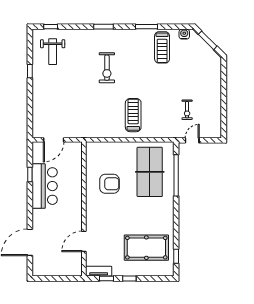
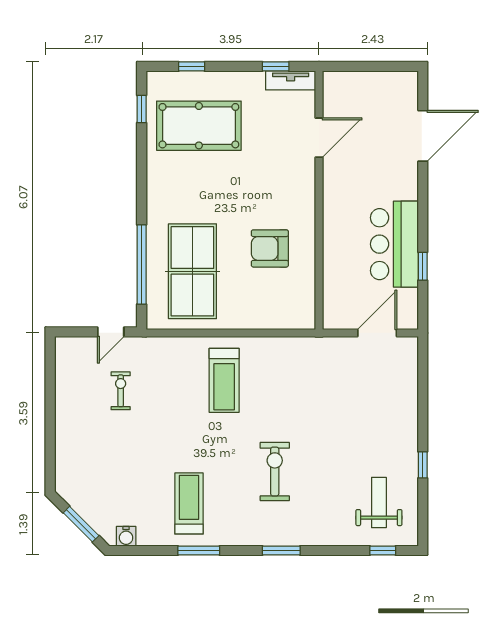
treadmill: (162, 47) -> (189, 503), moved
window: (129, 279) -> (192, 66), moved

